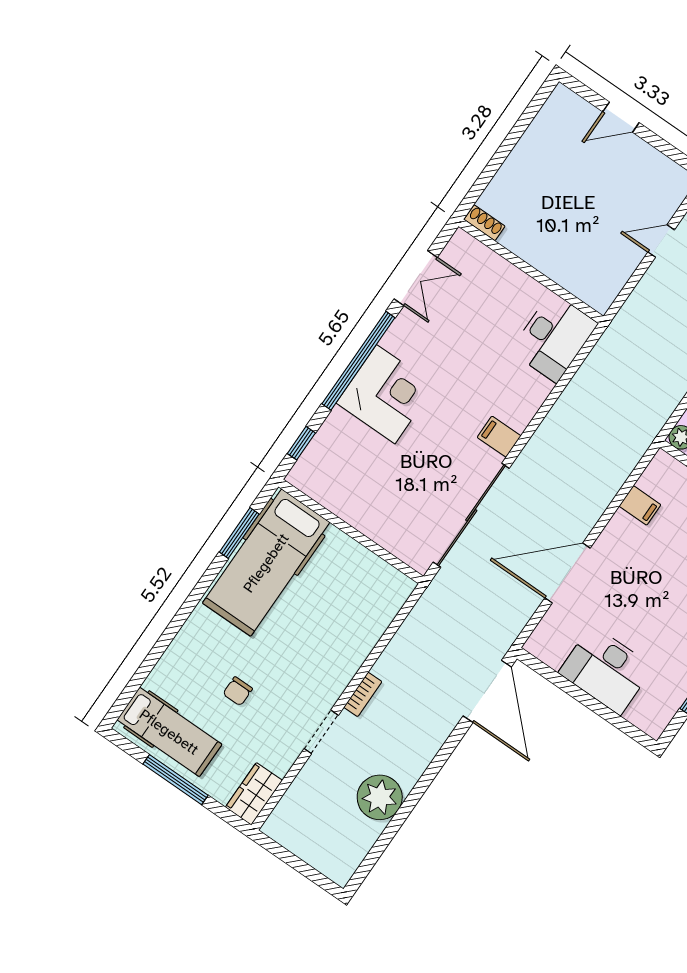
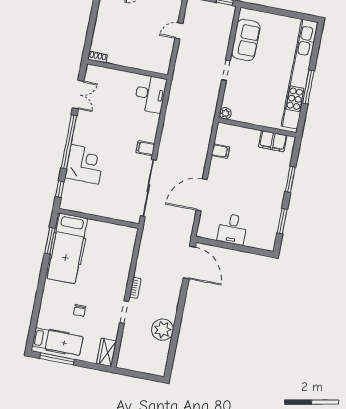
corner desk: (386, 394) -> (85, 164), moved
desk: (606, 670) -> (232, 229), width x0.73
window: (176, 780) -> (57, 359), moved

